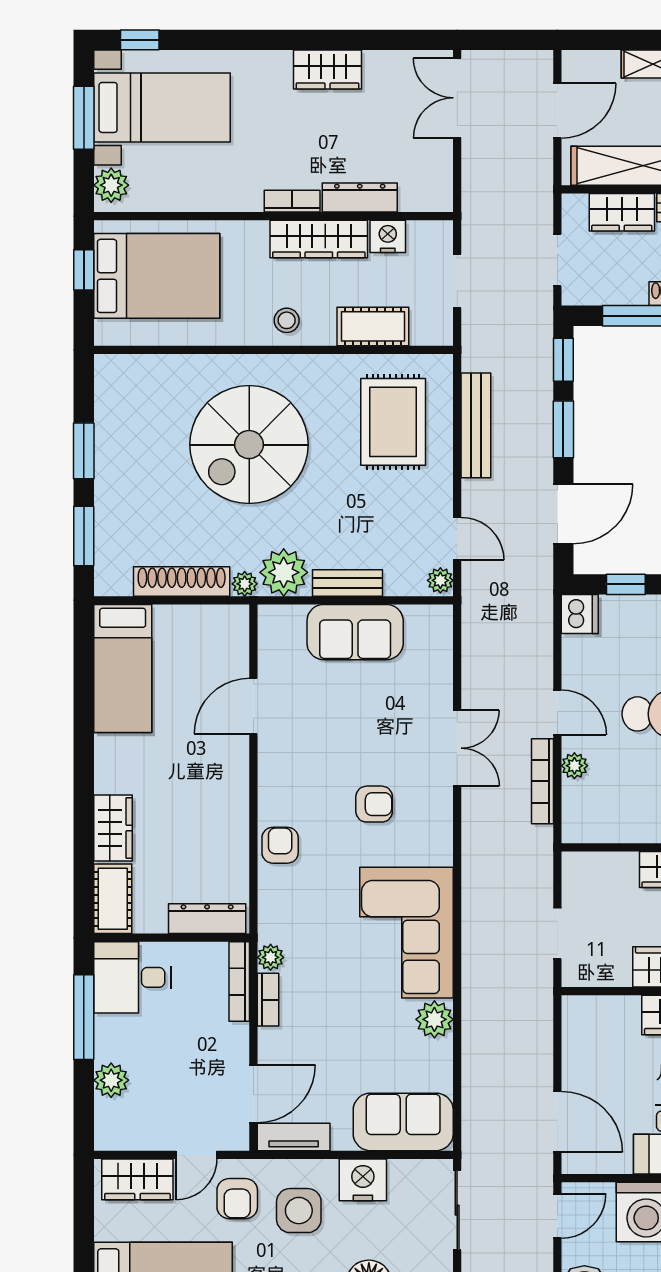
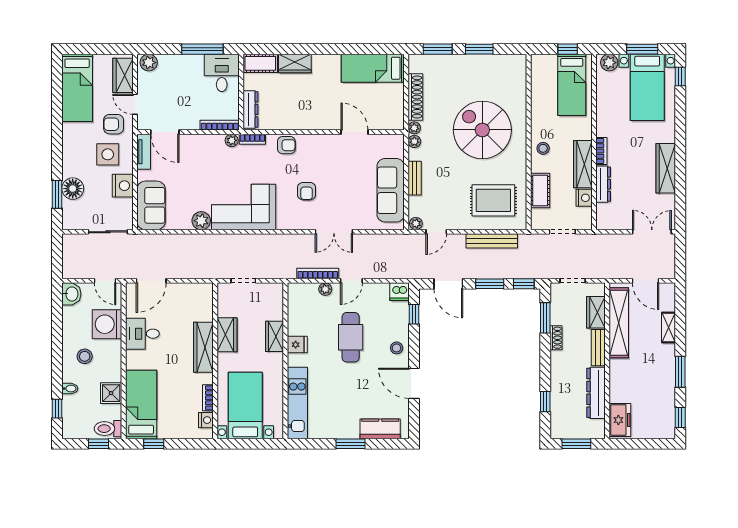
wardrobe: (328, 70) -> (666, 168), width x1.50
bed: (157, 276) -> (572, 85), width x0.67
plant: (284, 572) -> (414, 141), width x0.53, depth x0.53
sofa: (355, 632) -> (391, 190), width x1.36
bookcase: (268, 1000) -> (252, 139), moved
plant: (111, 1080) -> (149, 63), moved

